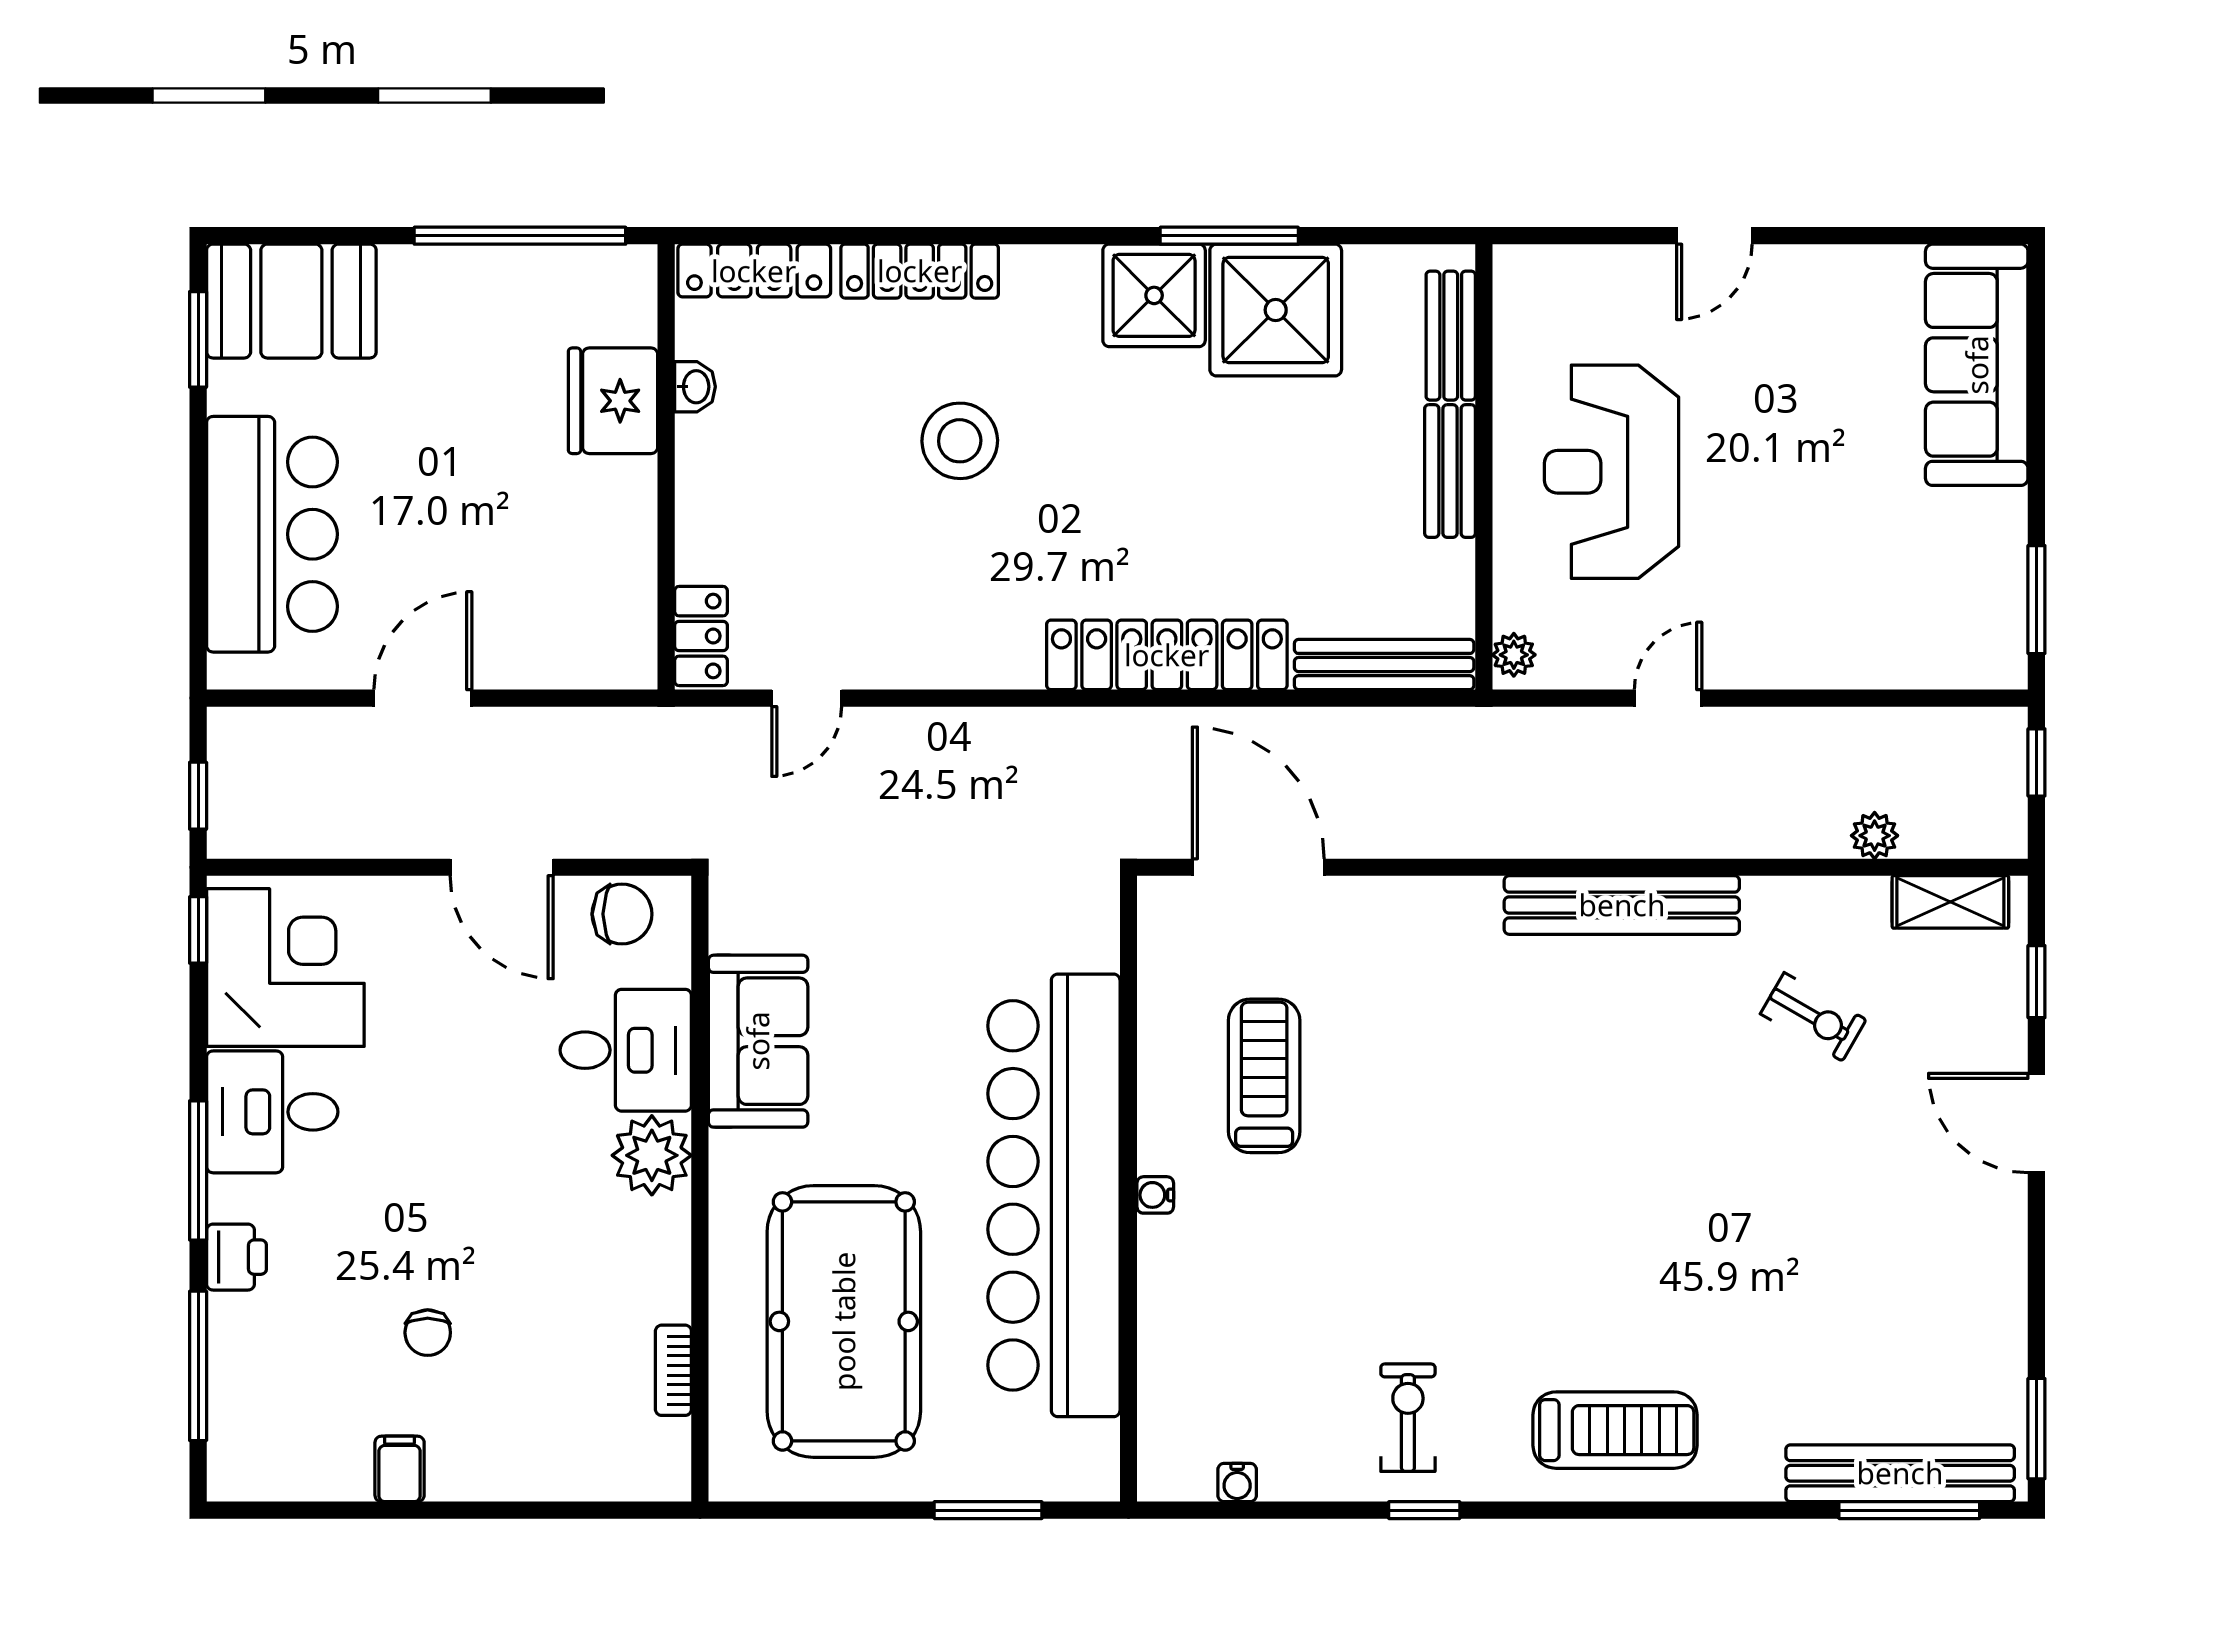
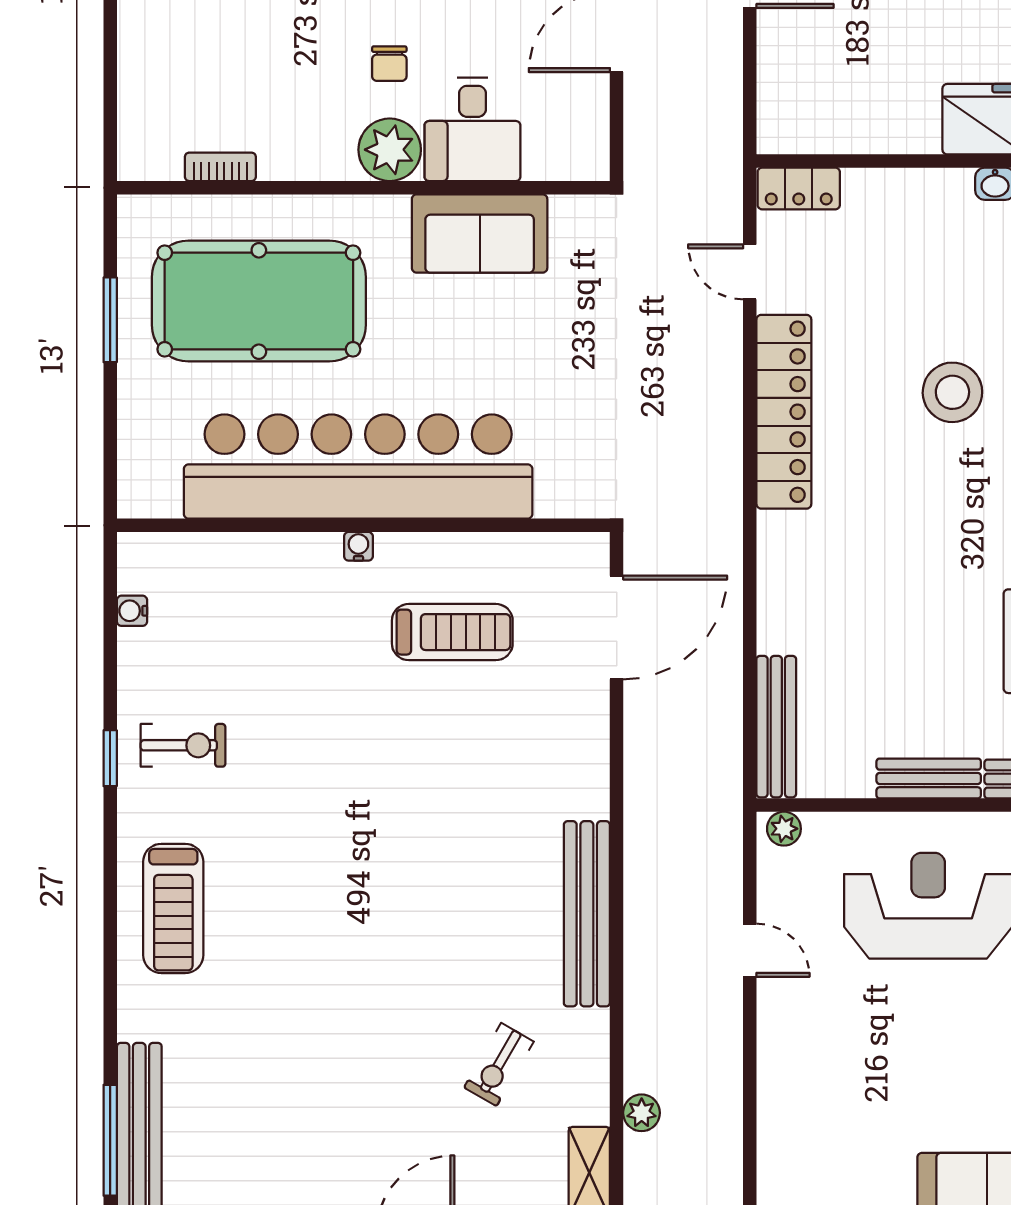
locker: (1167, 655) -> (784, 412), moved
chair: (622, 914) -> (389, 64), moved, width x0.73, depth x0.73
window: (988, 1510) -> (110, 320), moved

